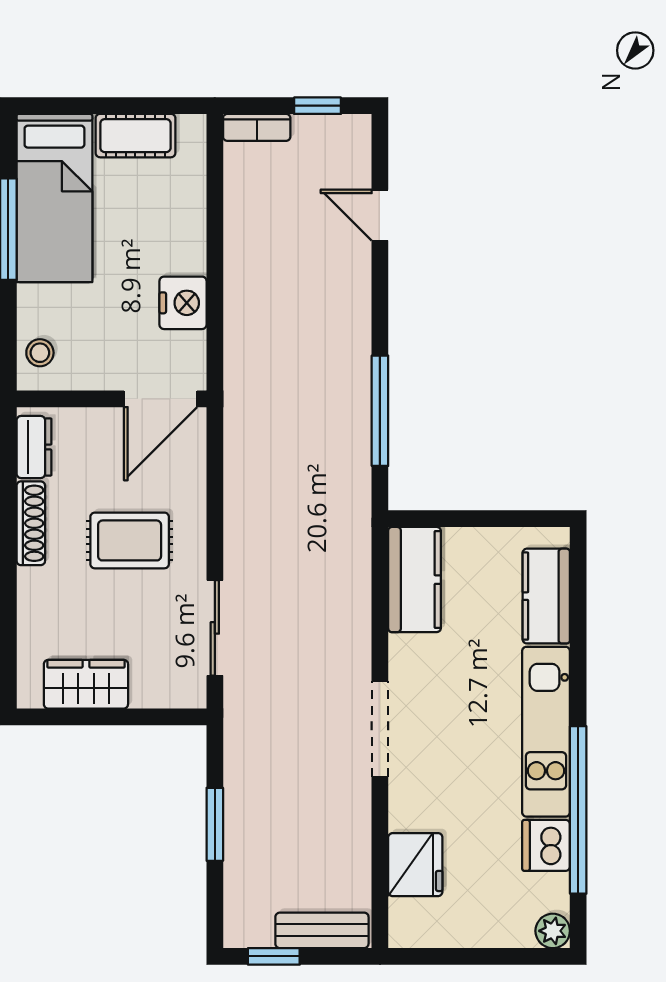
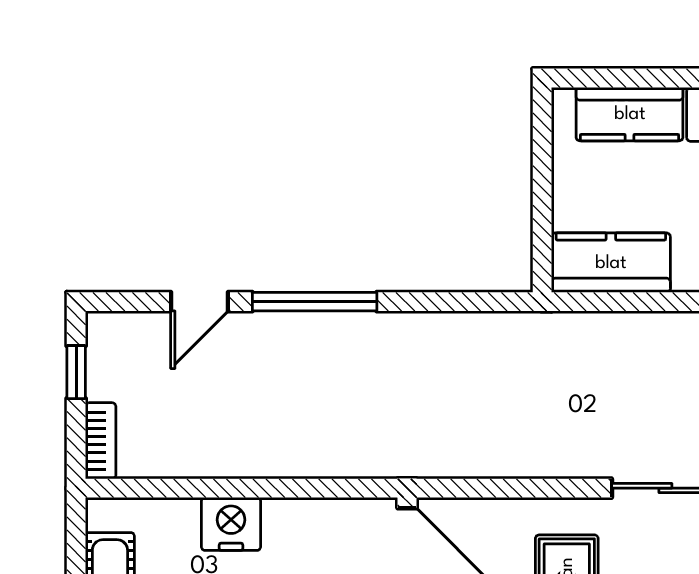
nightstand: (183, 303) -> (231, 524), moved
window: (380, 411) -> (315, 302), moved

